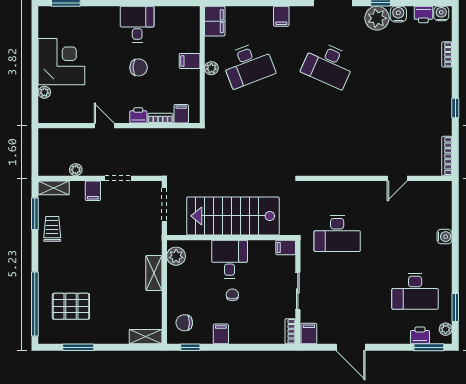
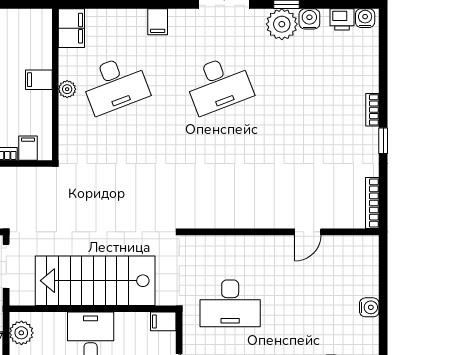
bookcase: (447, 54) -> (372, 110), moved
desk: (328, 65) -> (219, 84), turned -45

